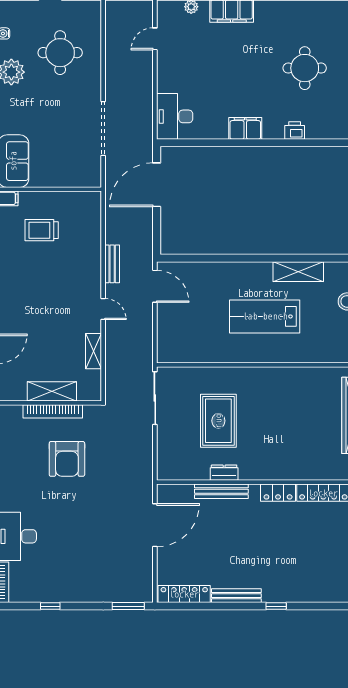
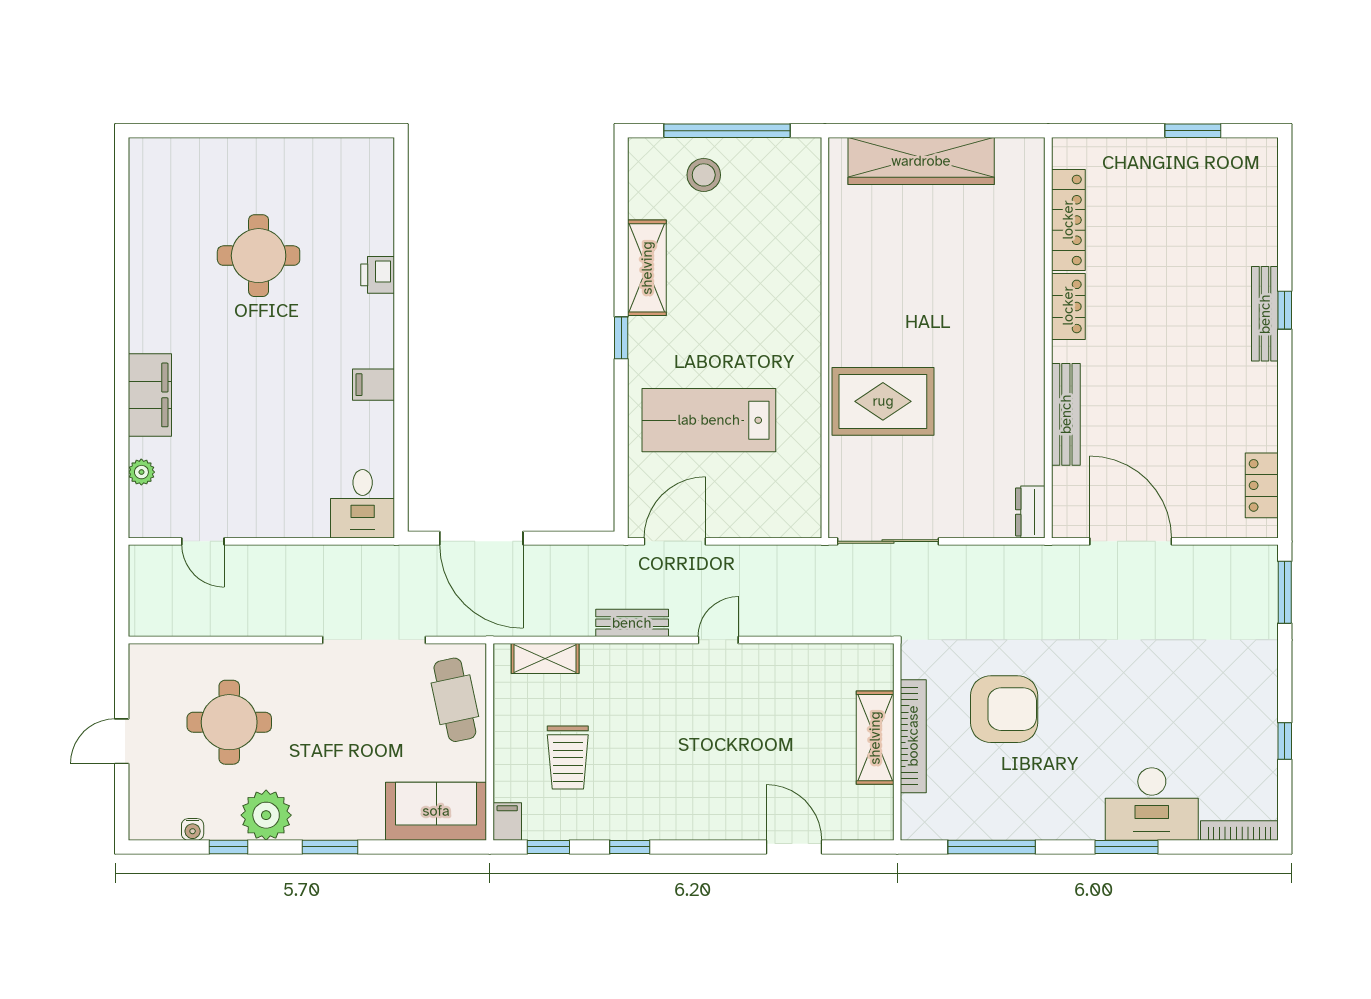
desk: (175, 116) -> (363, 504), width x0.73
filing cabinet: (245, 128) -> (374, 385), width x0.50
cafe table: (72, 171) -> (455, 700), added
window: (262, 258) -> (621, 338), added
lab bench: (265, 316) -> (709, 420), moved, turned 90
shelving: (93, 351) -> (545, 658), moved
rug: (218, 421) -> (883, 401), moved
dresser: (224, 473) -> (1030, 512), moved
locker: (184, 594) -> (1262, 485), width x0.66
bench: (236, 596) -> (1265, 314), moved

